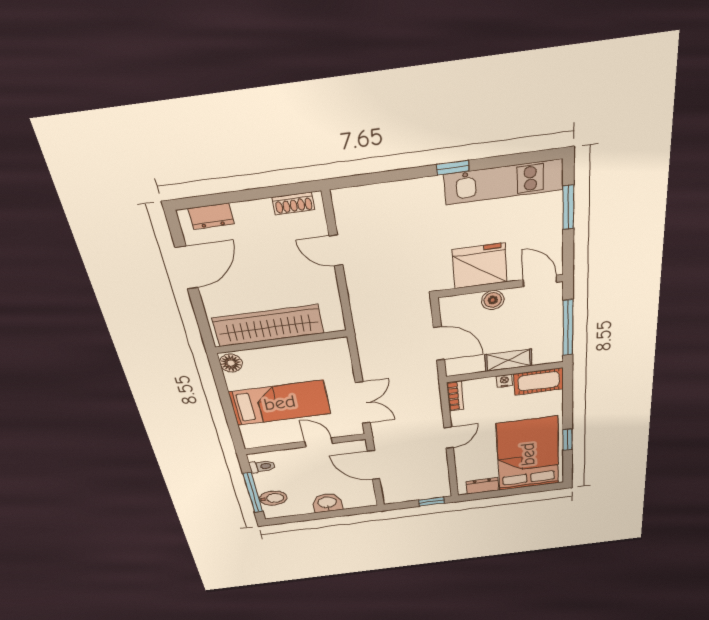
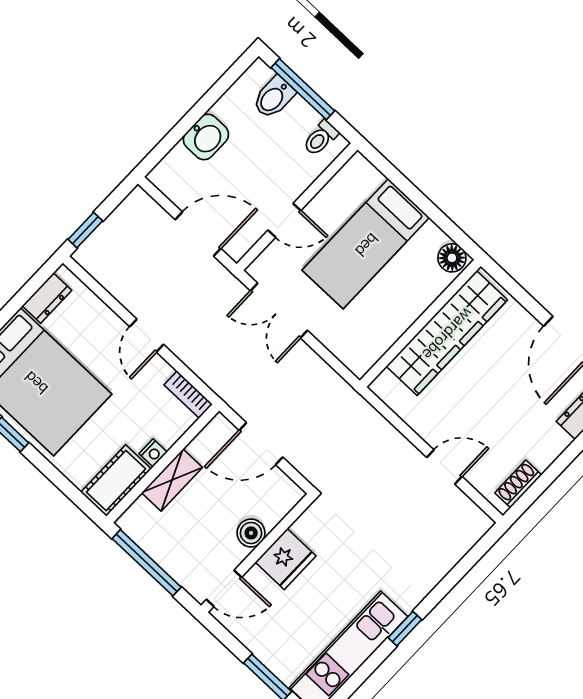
fridge: (480, 266) -> (286, 559), width x0.73, depth x0.75

